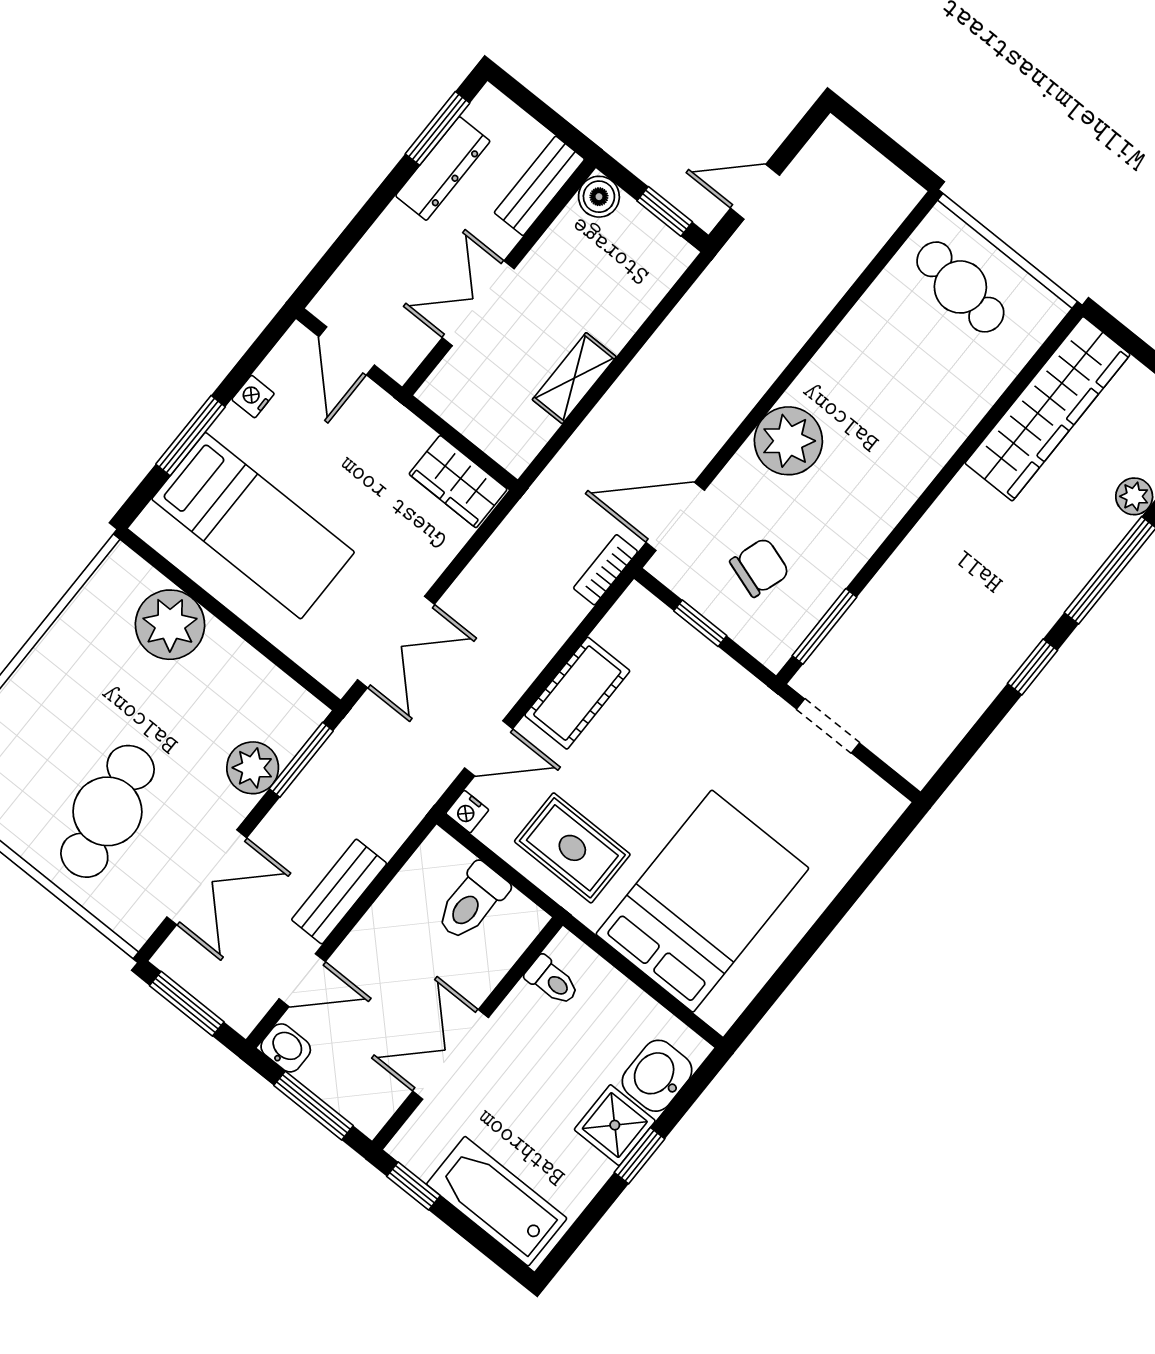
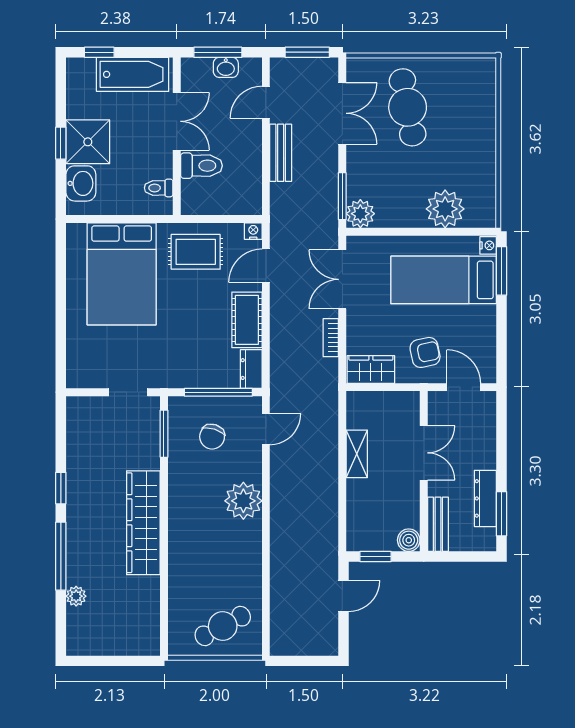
cafe table: (960, 287) -> (223, 626), turned -36
nightstand: (253, 397) -> (488, 245), moved
wardrobe: (1048, 409) -> (143, 523), moved
window: (191, 436) -> (501, 271), moved
armchair: (362, 444) -> (425, 352), added
door: (675, 516) -> (266, 429), width x0.73
bookcase: (606, 570) -> (331, 338), moved, turned 180
dresser: (627, 619) -> (251, 369), added
window: (700, 623) -> (218, 392), width x2.17
plant: (253, 768) -> (360, 214), moved
double door: (207, 877) -> (342, 113), swing flipped
toilet: (472, 902) -> (201, 166), moved, turned 90
washbasin: (286, 1048) -> (226, 67), moved
shower: (615, 1125) -> (88, 142), width x1.36, depth x1.36
window: (413, 1186) -> (99, 52), moved
bathtub: (497, 1201) -> (133, 74), moved

